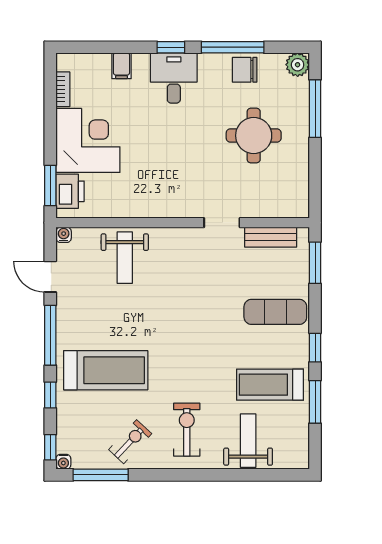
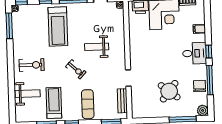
round table: (254, 136) -> (169, 91), turned 38
weight bench: (125, 258) -> (97, 47), moved
exercise bike: (130, 442) -> (76, 69), moved

